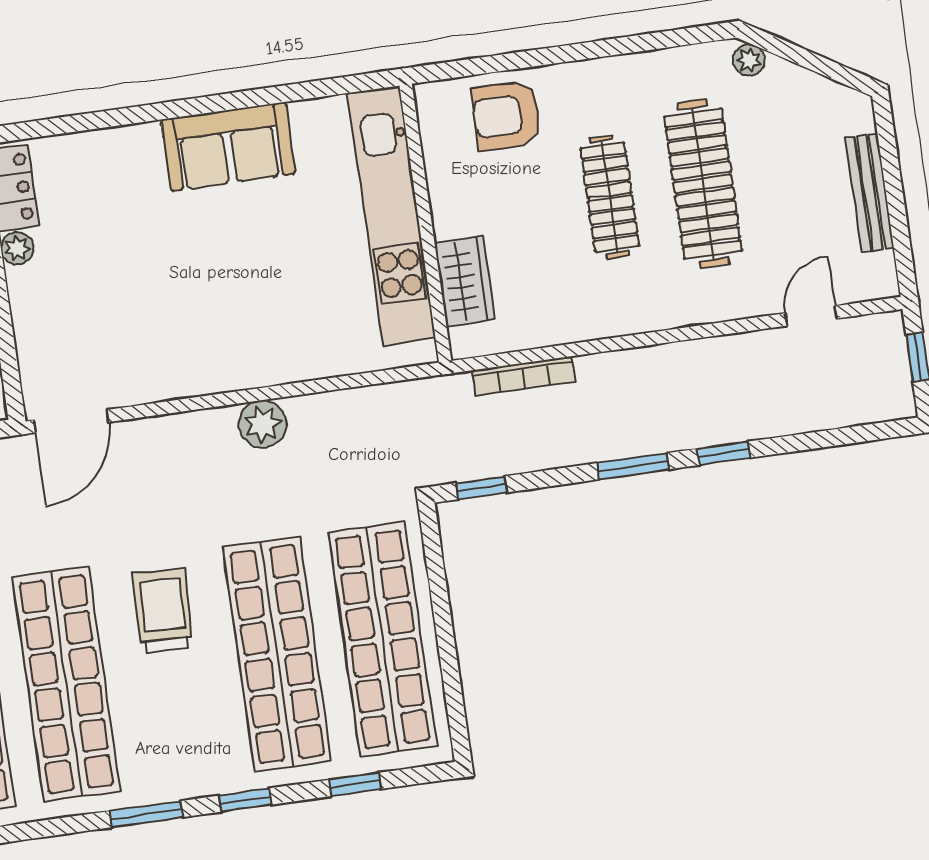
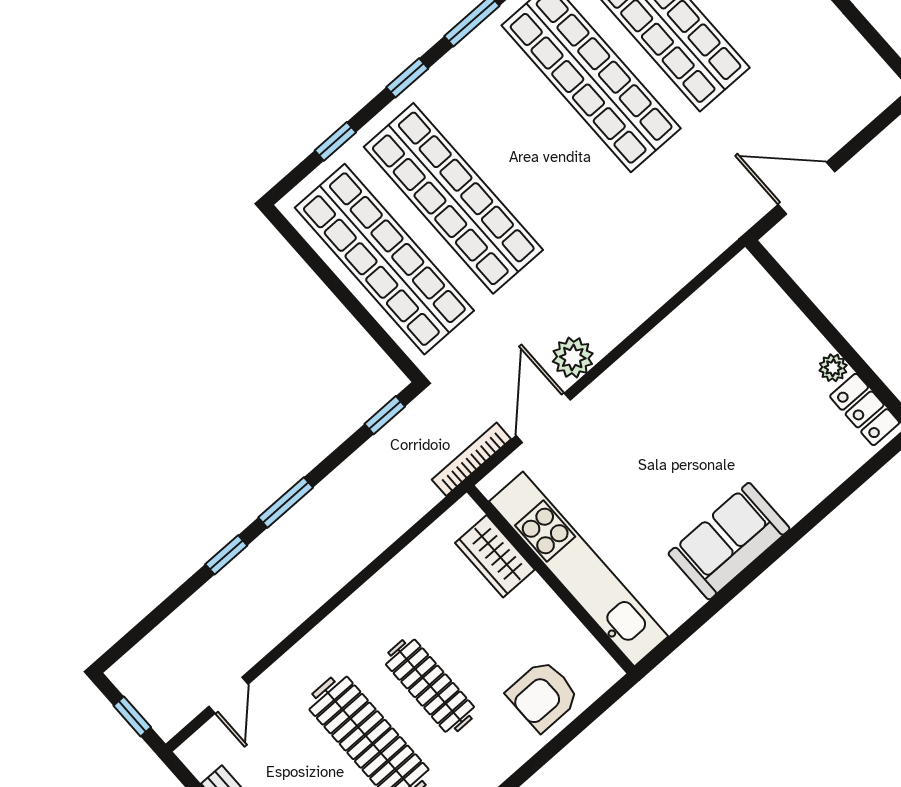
armchair: (507, 116) -> (543, 696), turned 180
bookcase: (523, 376) -> (471, 459), moved
door: (71, 421) -> (543, 418), moved
trolley: (163, 611) -> (556, 176), removed

